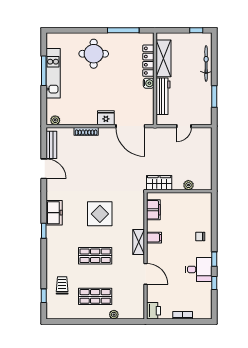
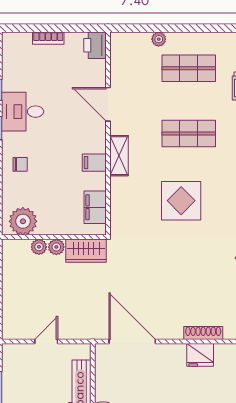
fridge: (106, 118) -> (200, 355), moved
plant: (178, 185) -> (56, 247), added
plant: (198, 201) -> (23, 221), added

